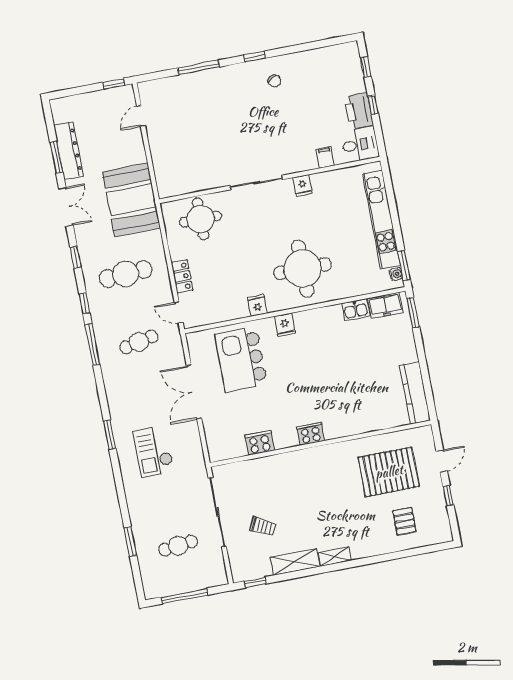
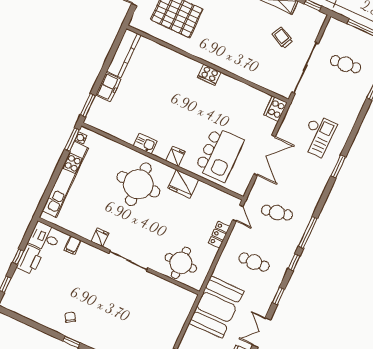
cafe table: (126, 274) -> (254, 262), width x0.73, depth x0.74
fridge: (257, 305) -> (183, 184), width x1.88, depth x1.34
freezer: (385, 305) -> (108, 87), moved, turned 90
kitchen sink: (356, 310) -> (145, 144), moved
cooker: (260, 443) -> (275, 109), moved, turned 90

